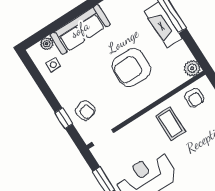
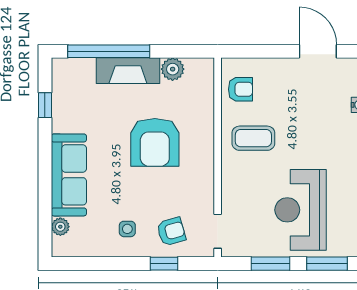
side table: (53, 65) -> (127, 229), moved
plant: (192, 68) -> (173, 69), moved

